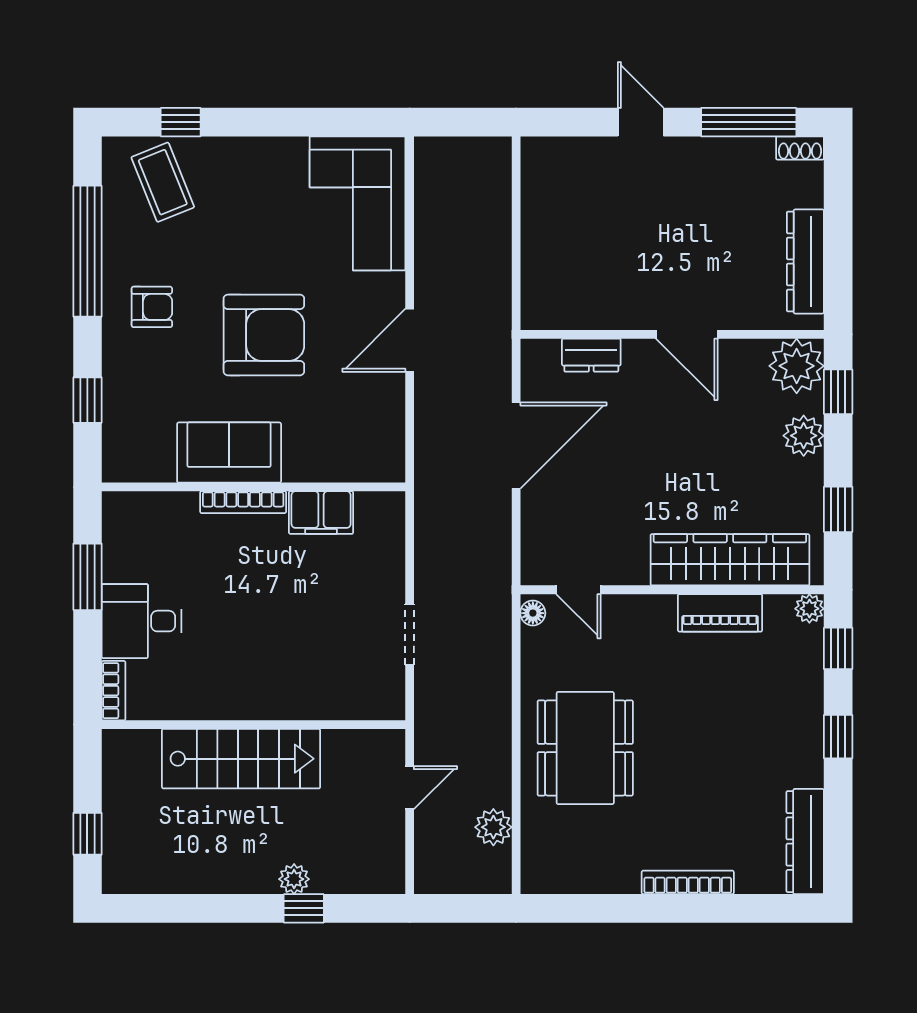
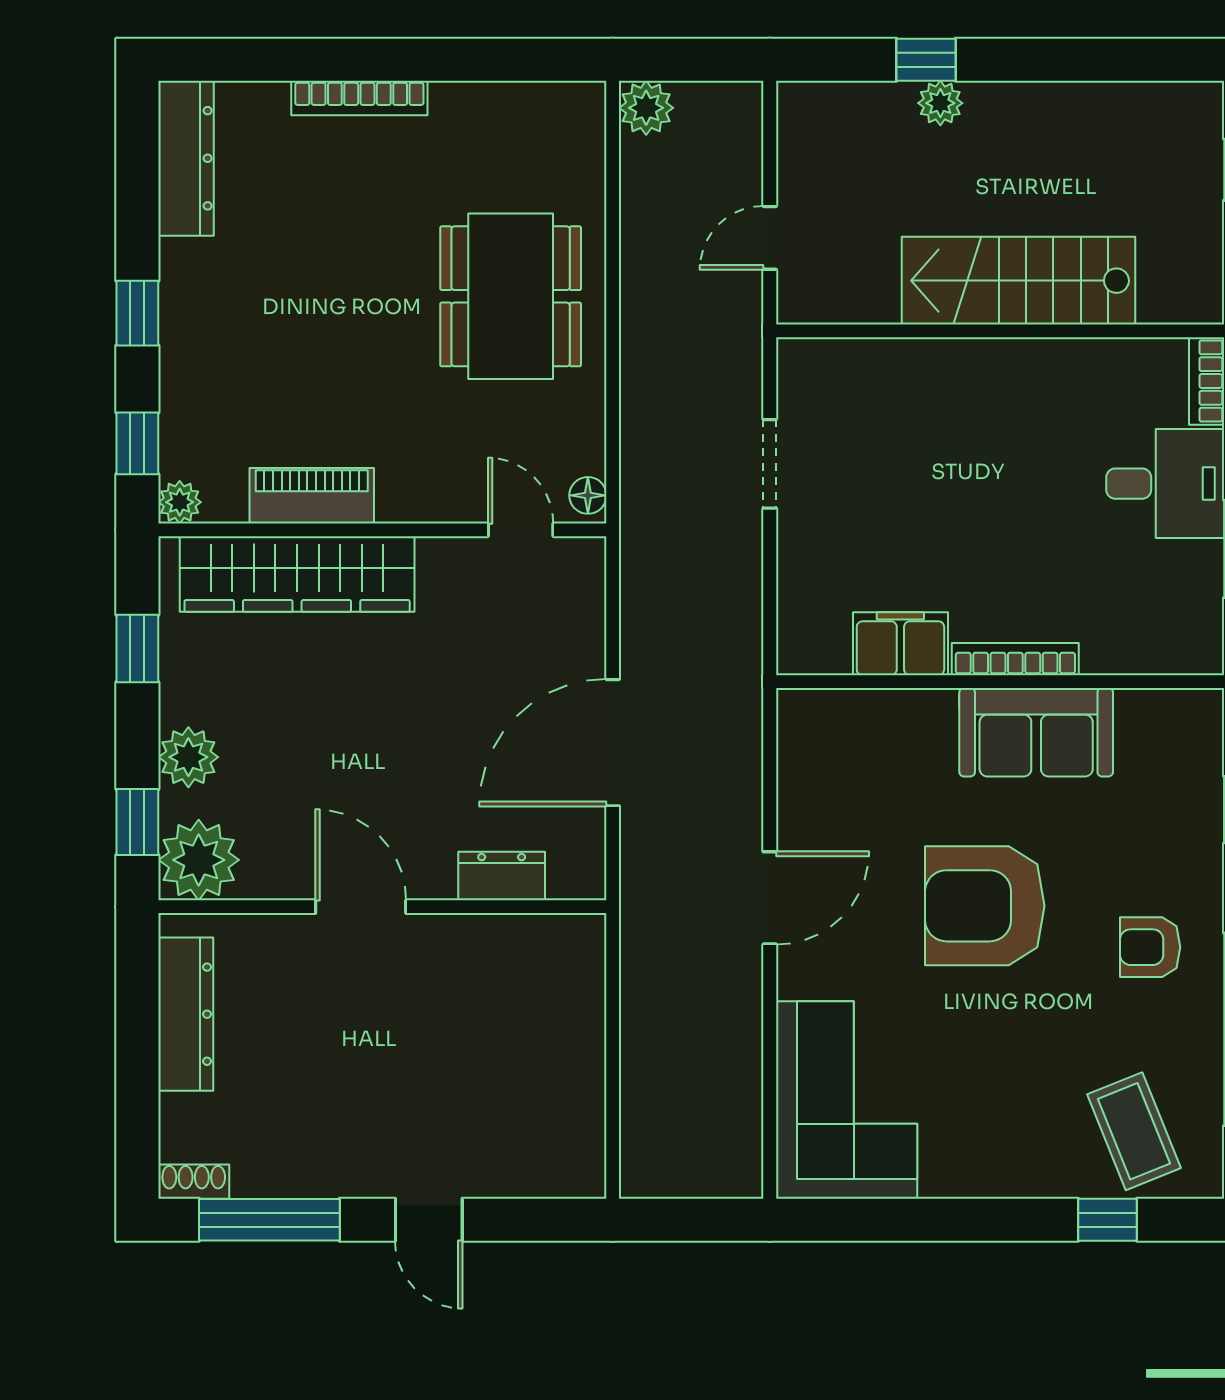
plant: (493, 827) -> (646, 108), moved

